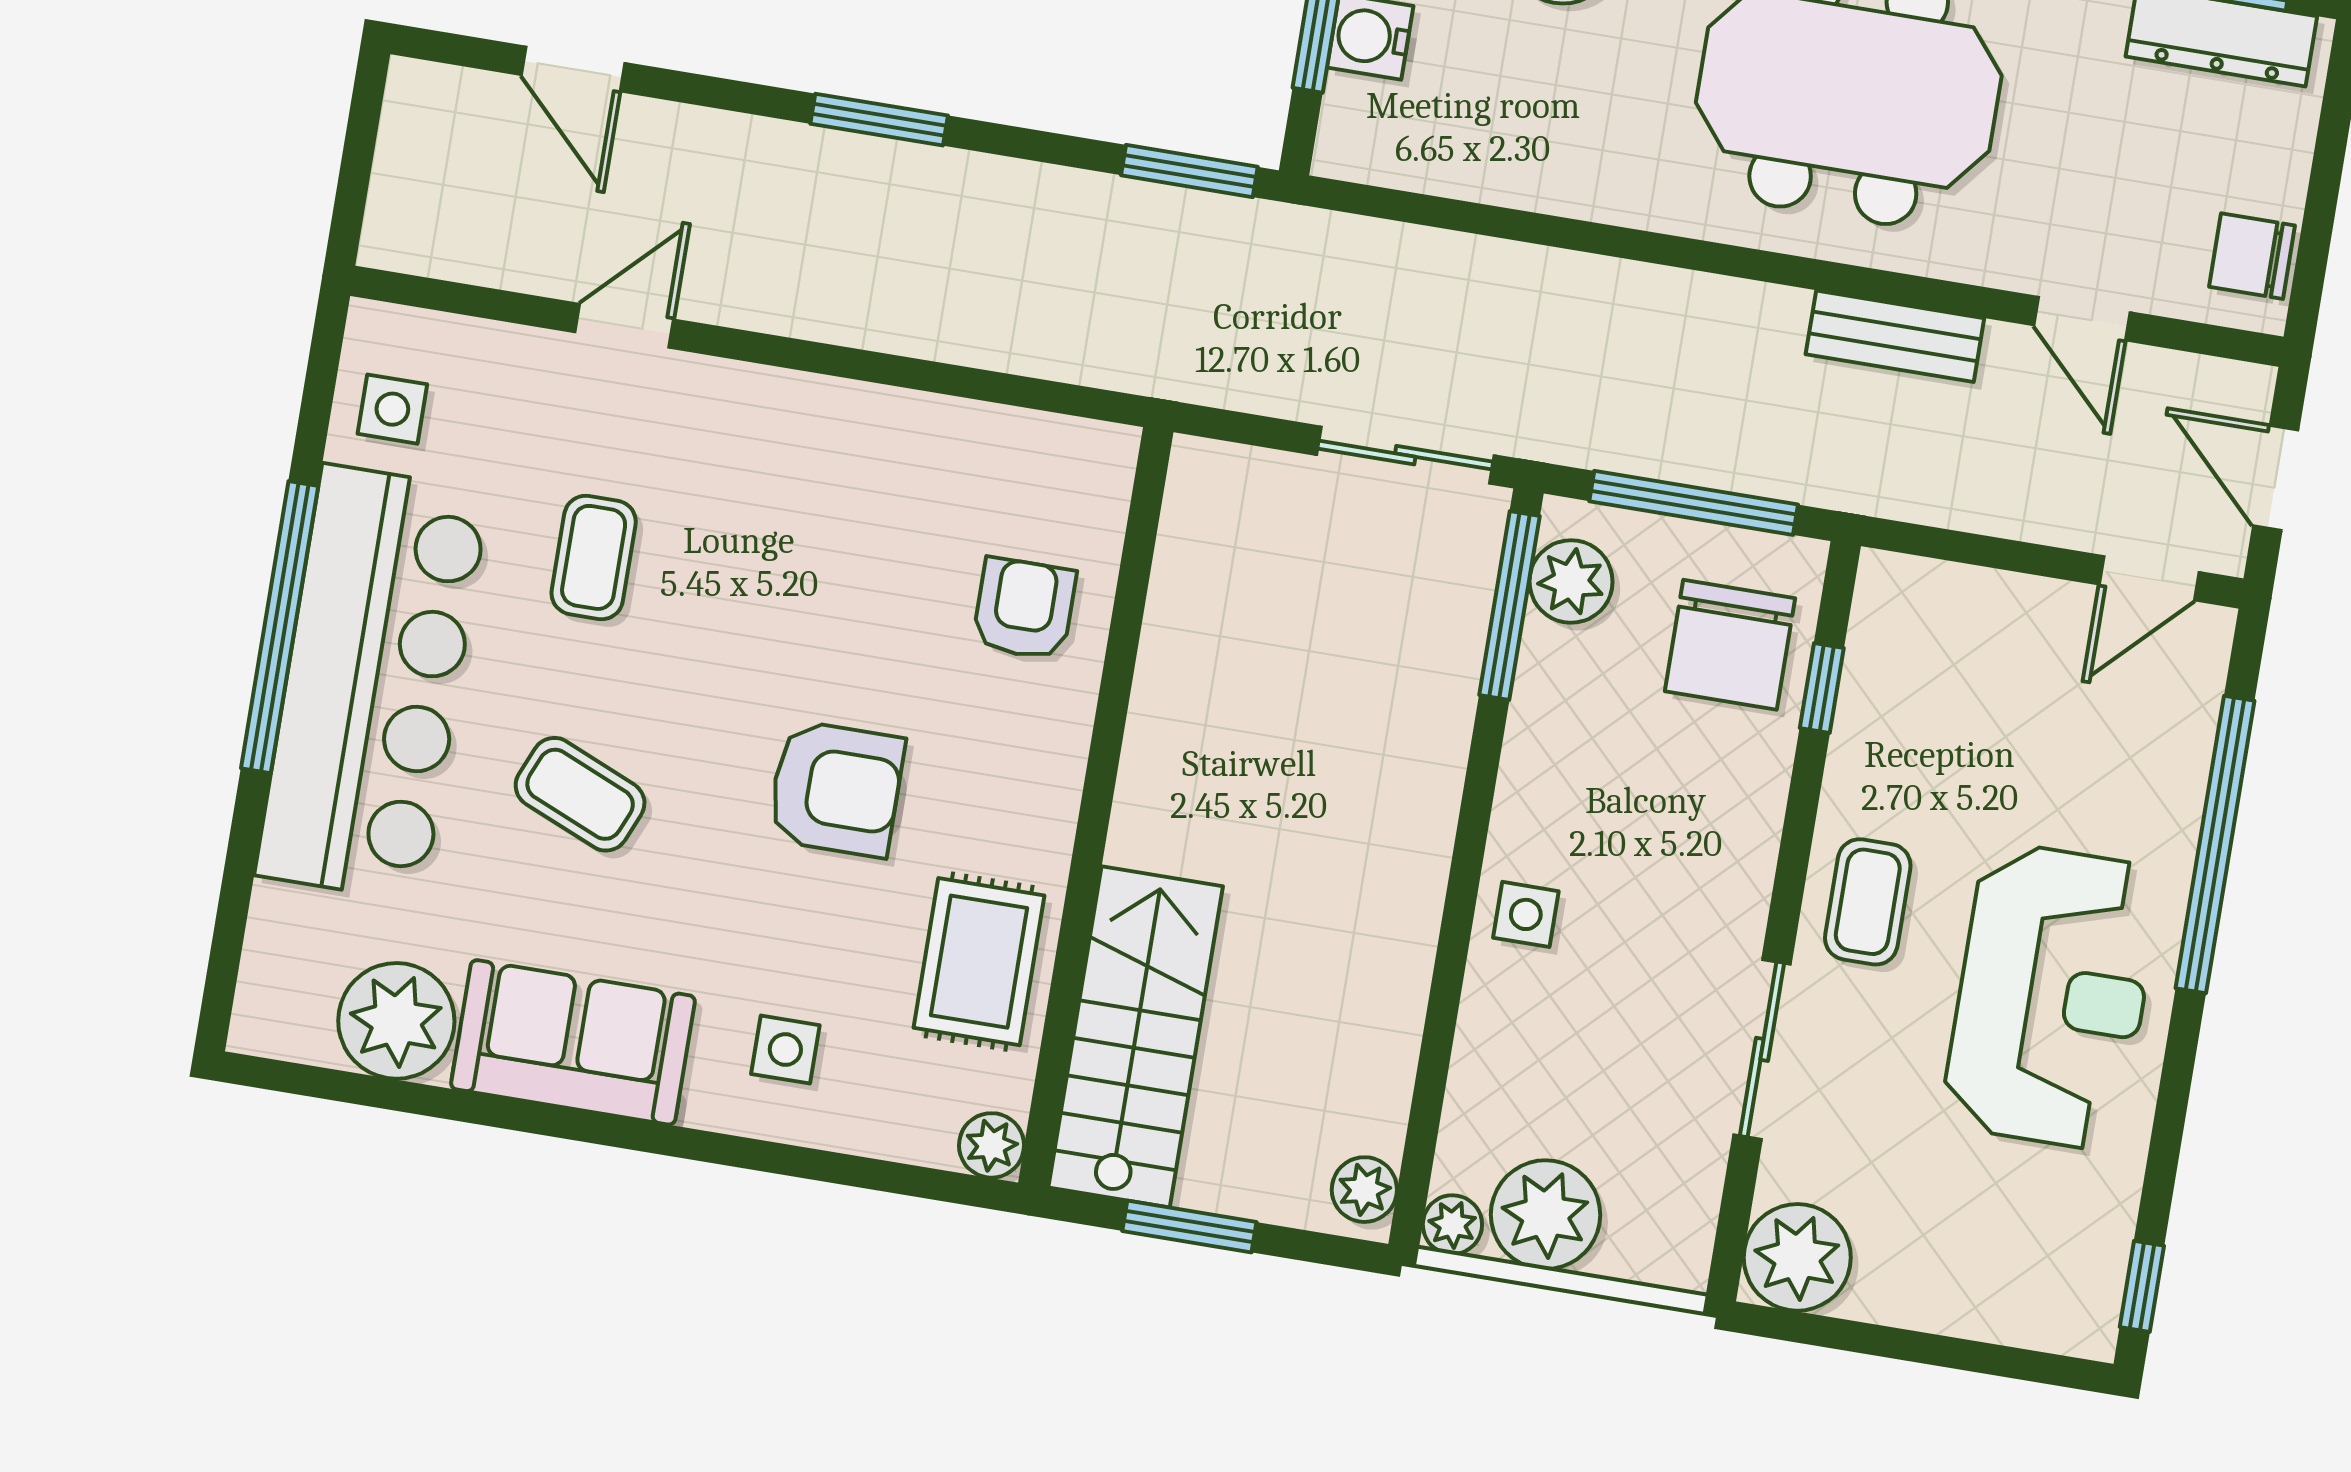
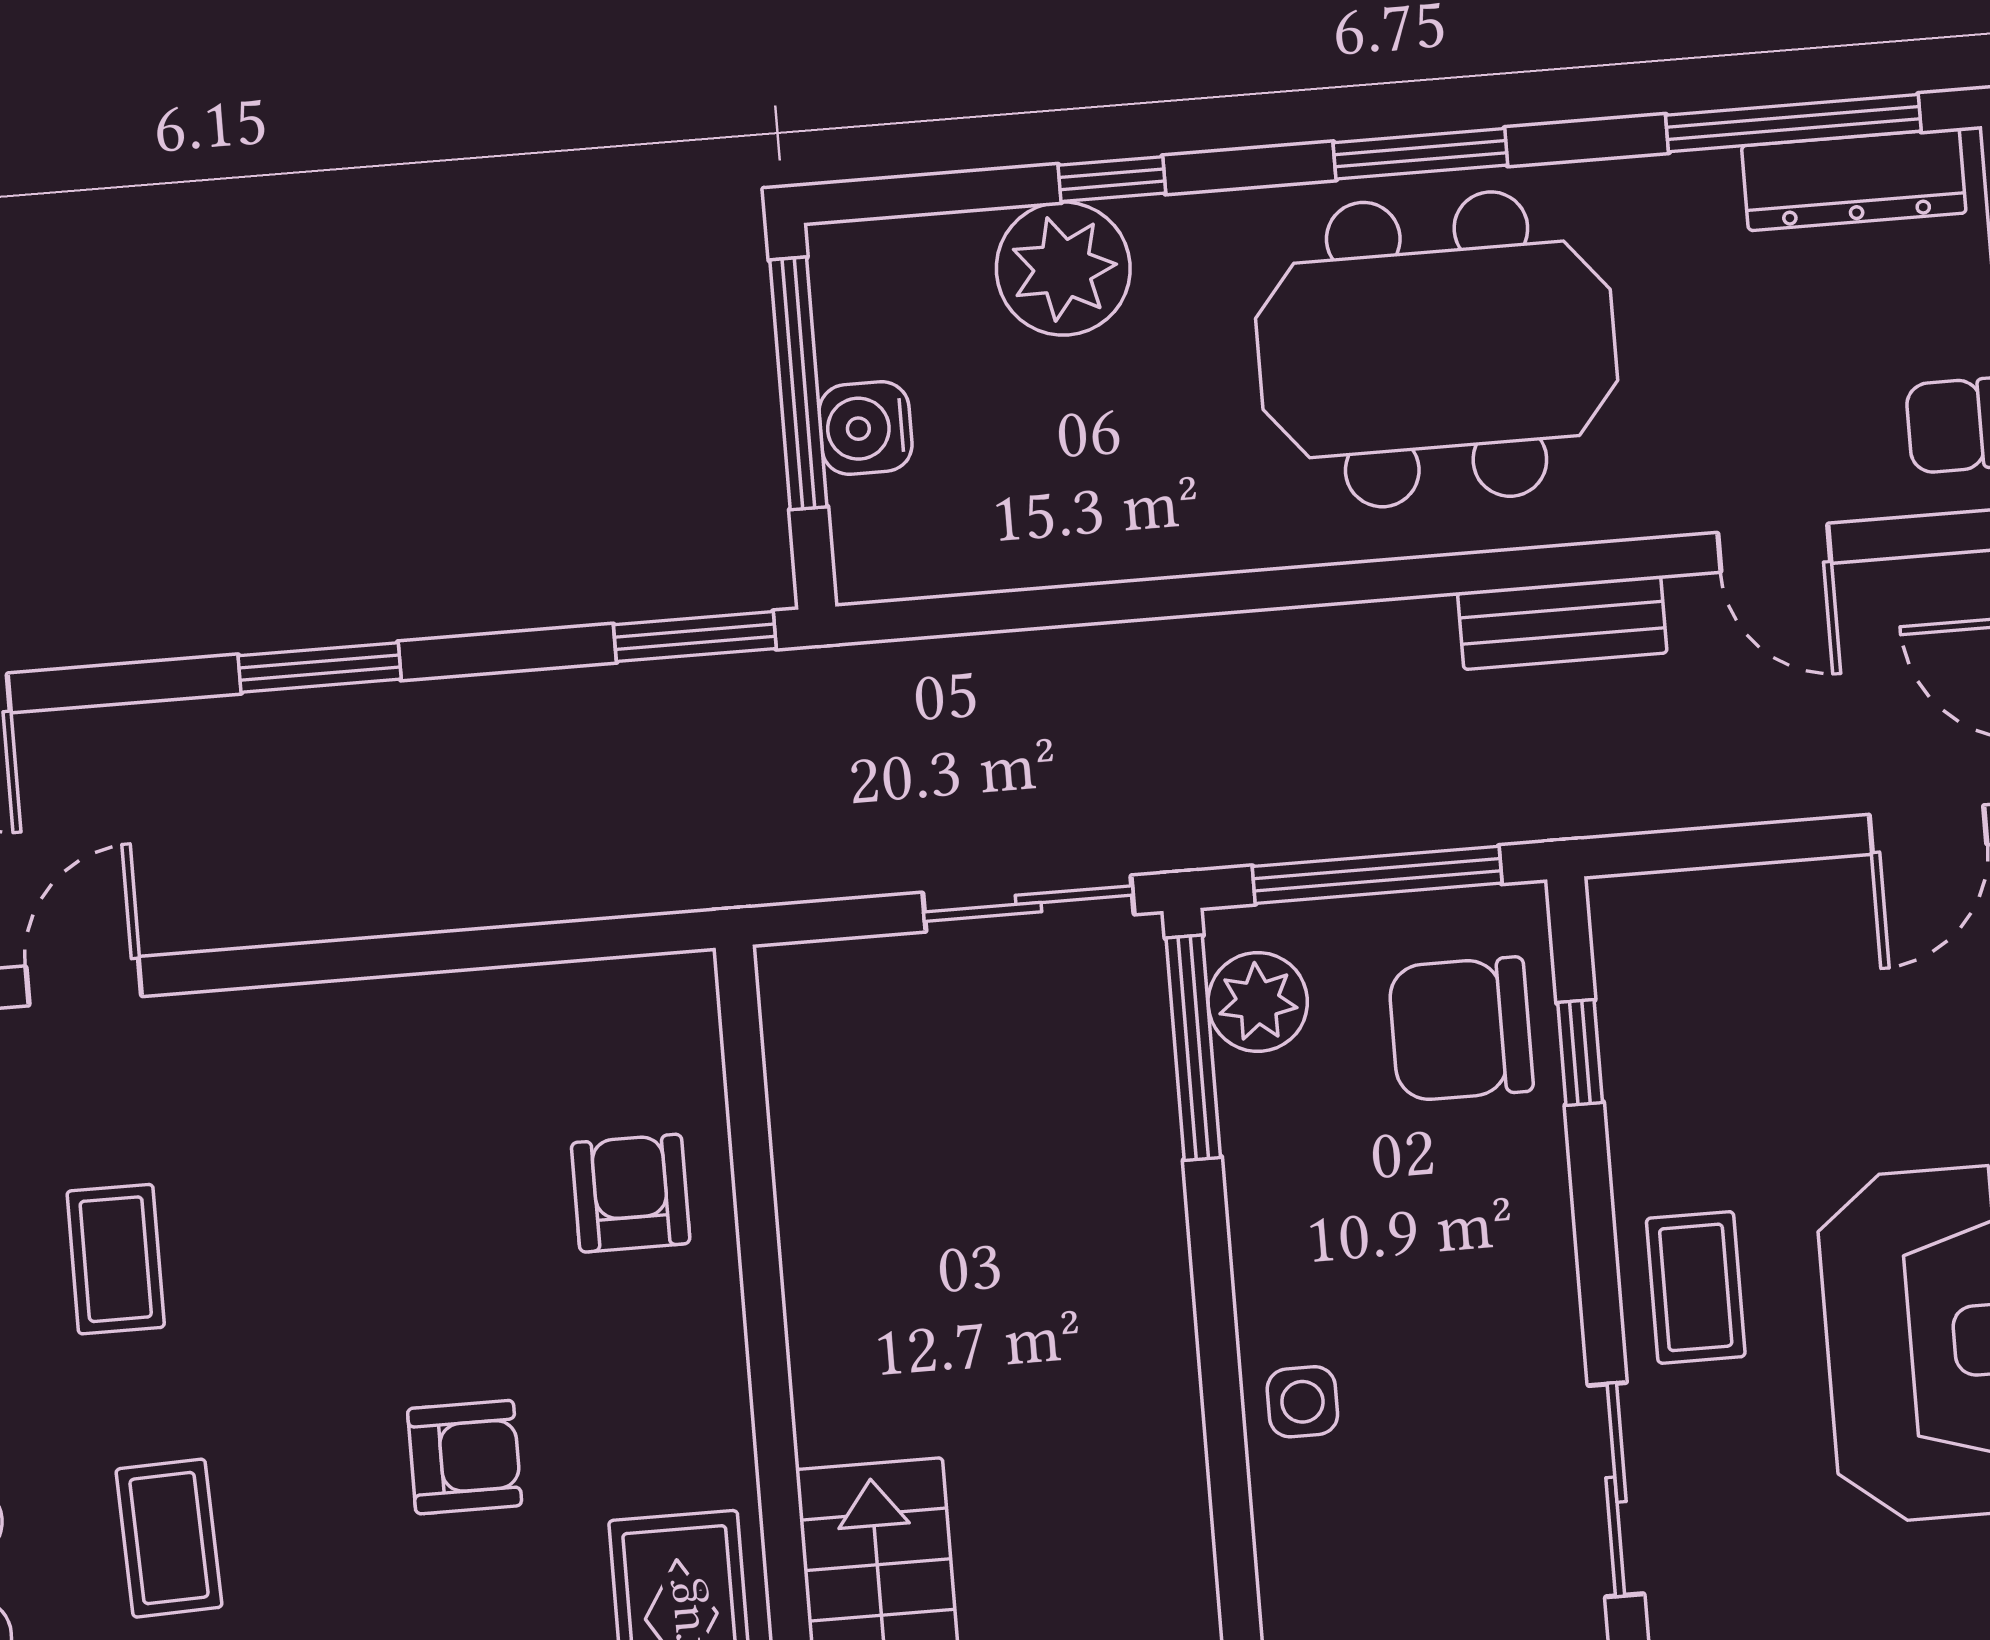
chair: (1730, 645) -> (1461, 1029), turned 90
armchair: (836, 789) -> (465, 1457), width x0.72, depth x0.72
coffee table: (580, 794) -> (169, 1538), turned 65

